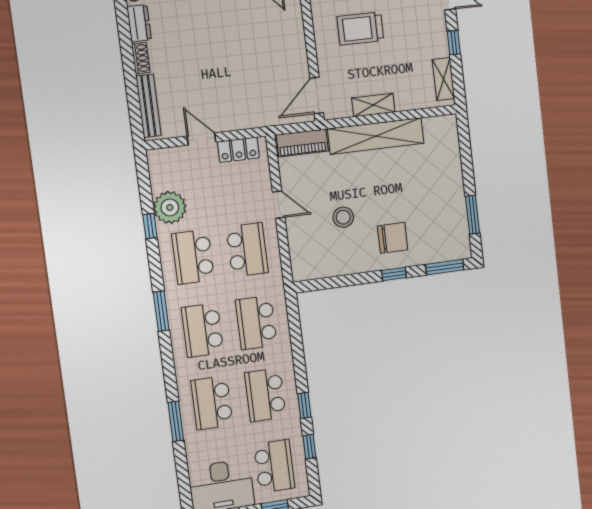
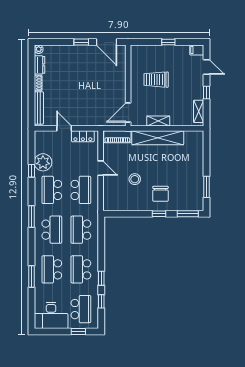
chair: (393, 238) -> (160, 194), turned 90
school desk: (202, 330) -> (52, 230), turned 180

